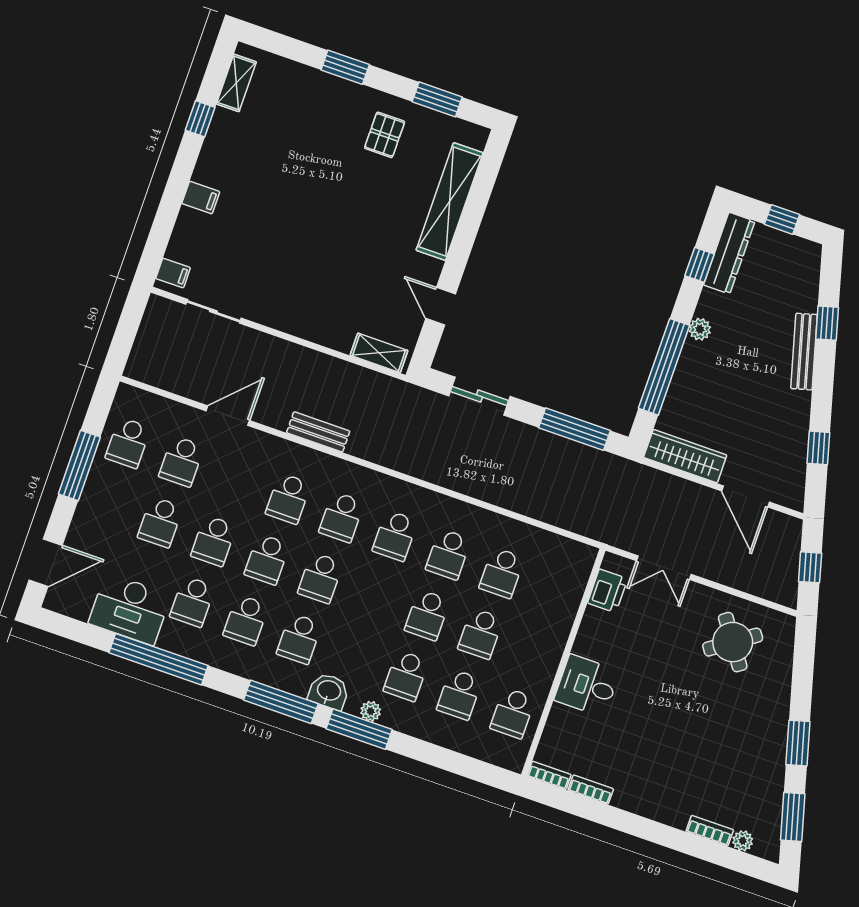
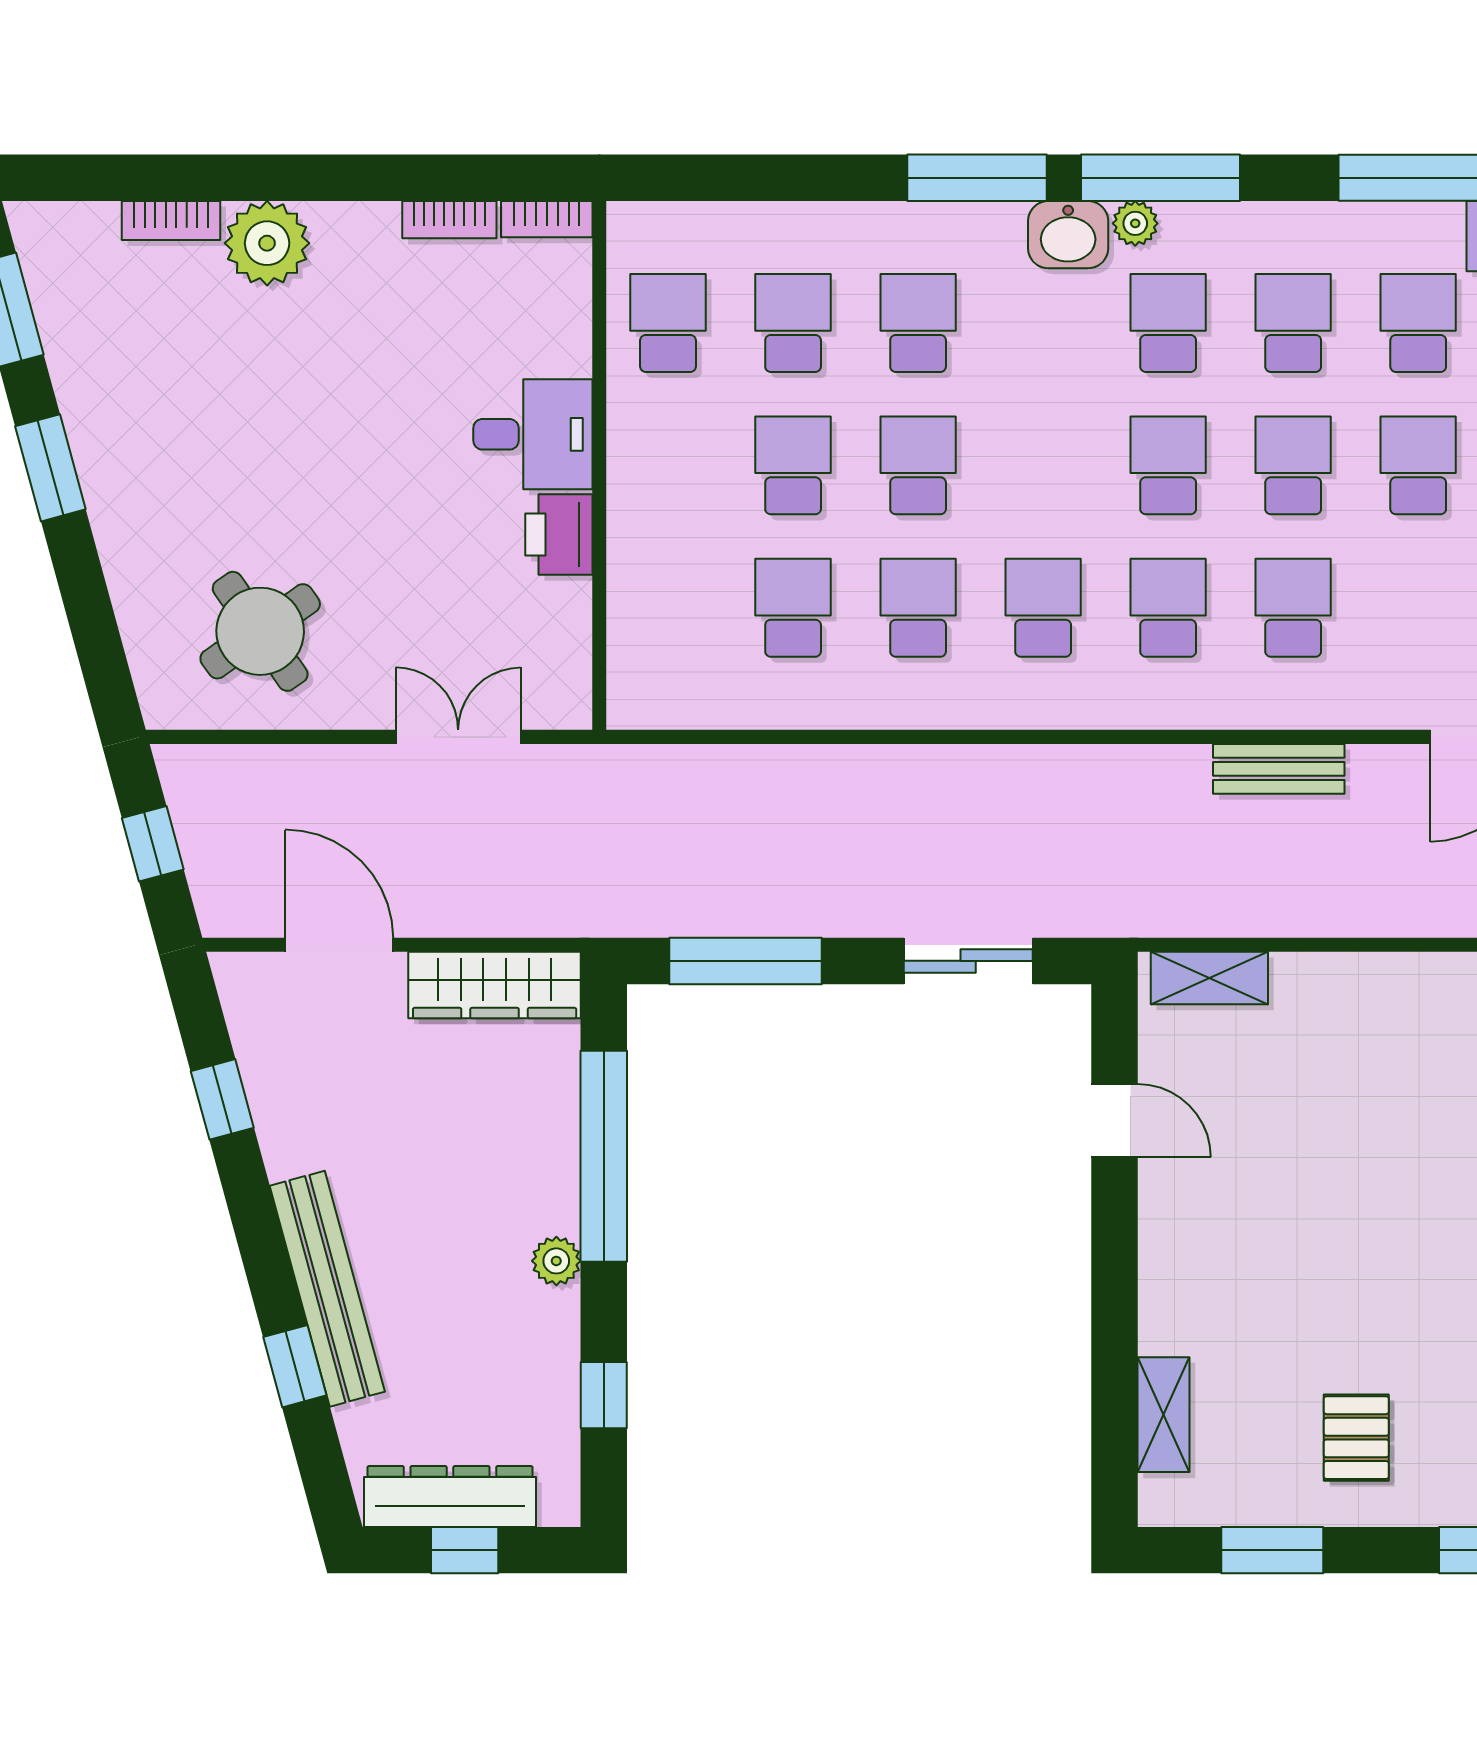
shelving: (450, 201) -> (1163, 1415), width x0.45, depth x0.75
dresser: (729, 253) -> (450, 1496), moved, turned 90
bench: (804, 352) -> (327, 1289), width x1.37, depth x1.21
printer: (608, 591) -> (559, 535), moved
plant: (371, 711) -> (1135, 223), moved
plant: (743, 841) -> (267, 243), moved, width x1.88, depth x1.88

